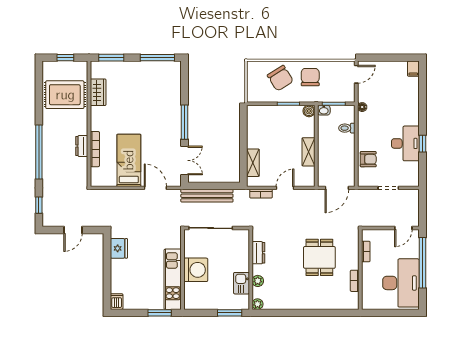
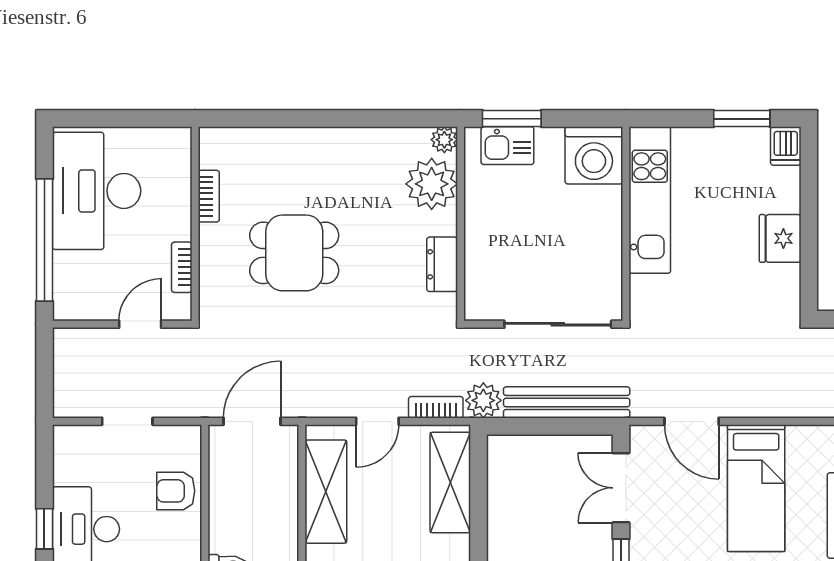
shelving: (308, 152) -> (326, 492), width x1.50, depth x1.33
shelving: (253, 163) -> (450, 482), width x1.50, depth x1.33
plant: (241, 197) -> (483, 400), added
door: (403, 228) -> (140, 324), moved
fridge: (119, 248) -> (780, 238), moved
dining table: (319, 257) -> (294, 253), turned 90
washing machine: (196, 270) -> (594, 155), moved, turned -90
plant: (258, 281) -> (432, 184), width x1.88, depth x1.88
kitchen sink: (242, 283) -> (507, 146), moved, turned 90
window: (160, 313) -> (742, 119), moved

